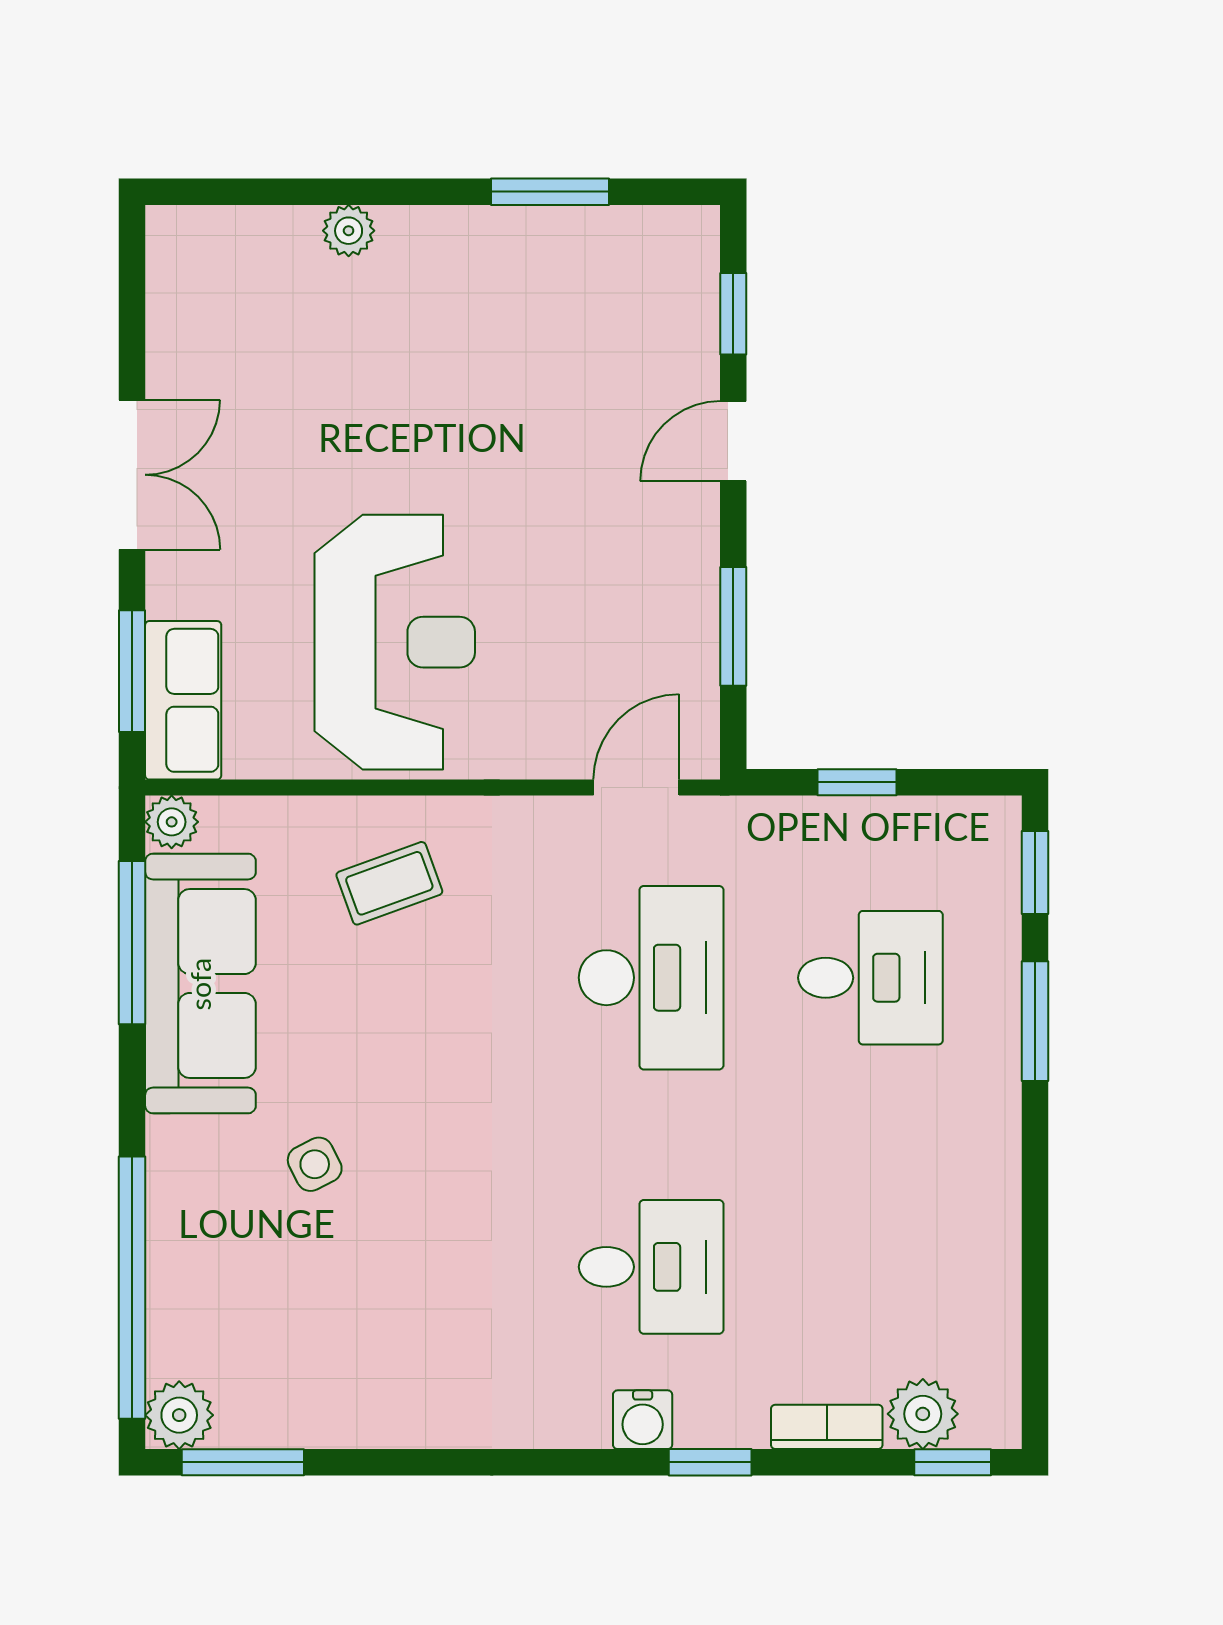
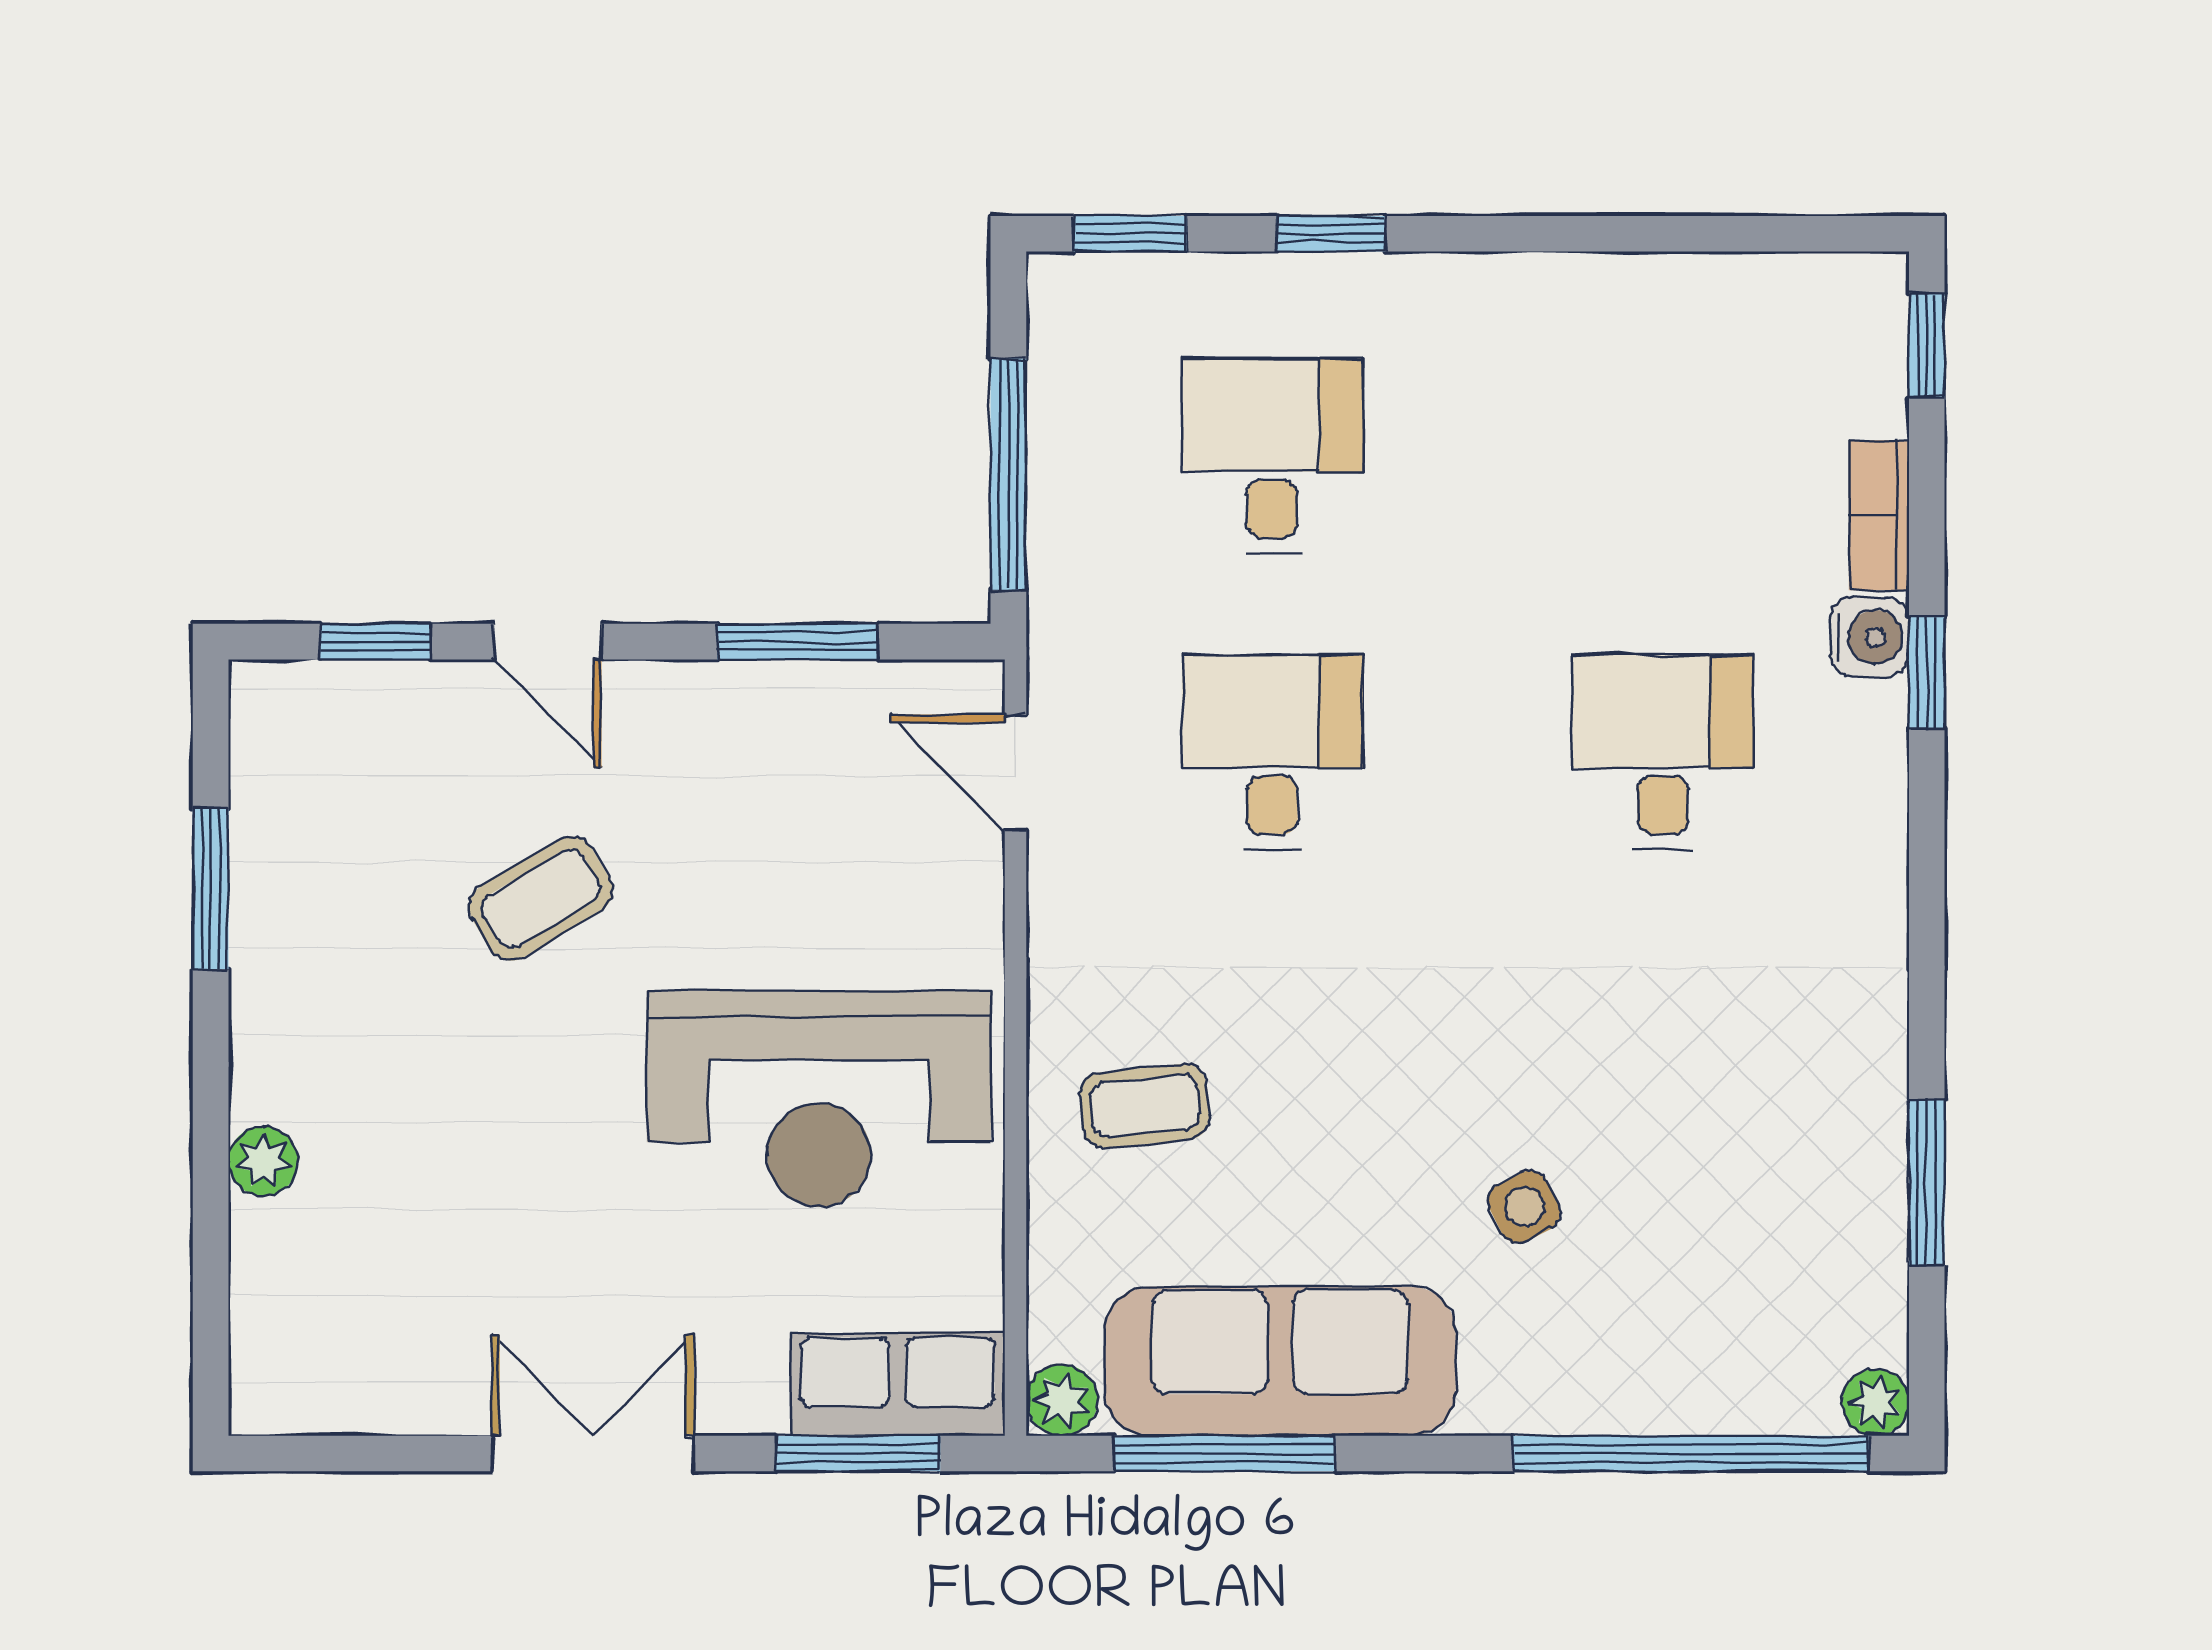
coffee table: (543, 436) -> (541, 899), added
reception desk: (395, 642) -> (819, 1099), turned 180
window: (857, 782) -> (1008, 474), width x2.17
coffee table: (389, 883) -> (1145, 1106), turned -76
desk: (651, 978) -> (1272, 752), width x0.73
window: (1035, 1021) -> (1331, 234), width x0.67
plant: (923, 1414) -> (1862, 385), removed
plant: (179, 1415) -> (1876, 1402), width x0.73, depth x0.73
water cooler: (643, 1420) -> (1869, 637), moved
window: (243, 1462) -> (1927, 1182), moved

